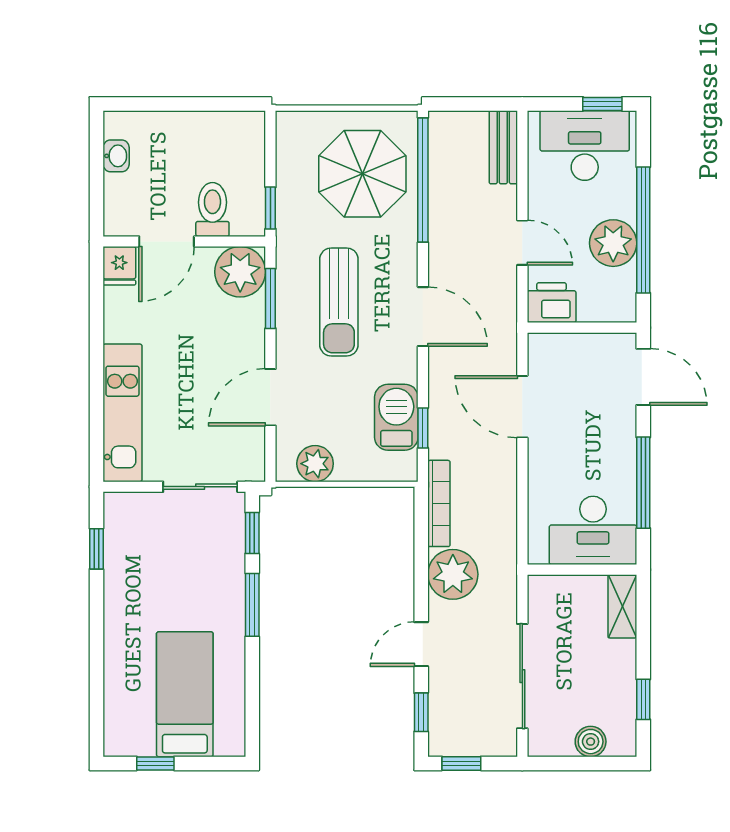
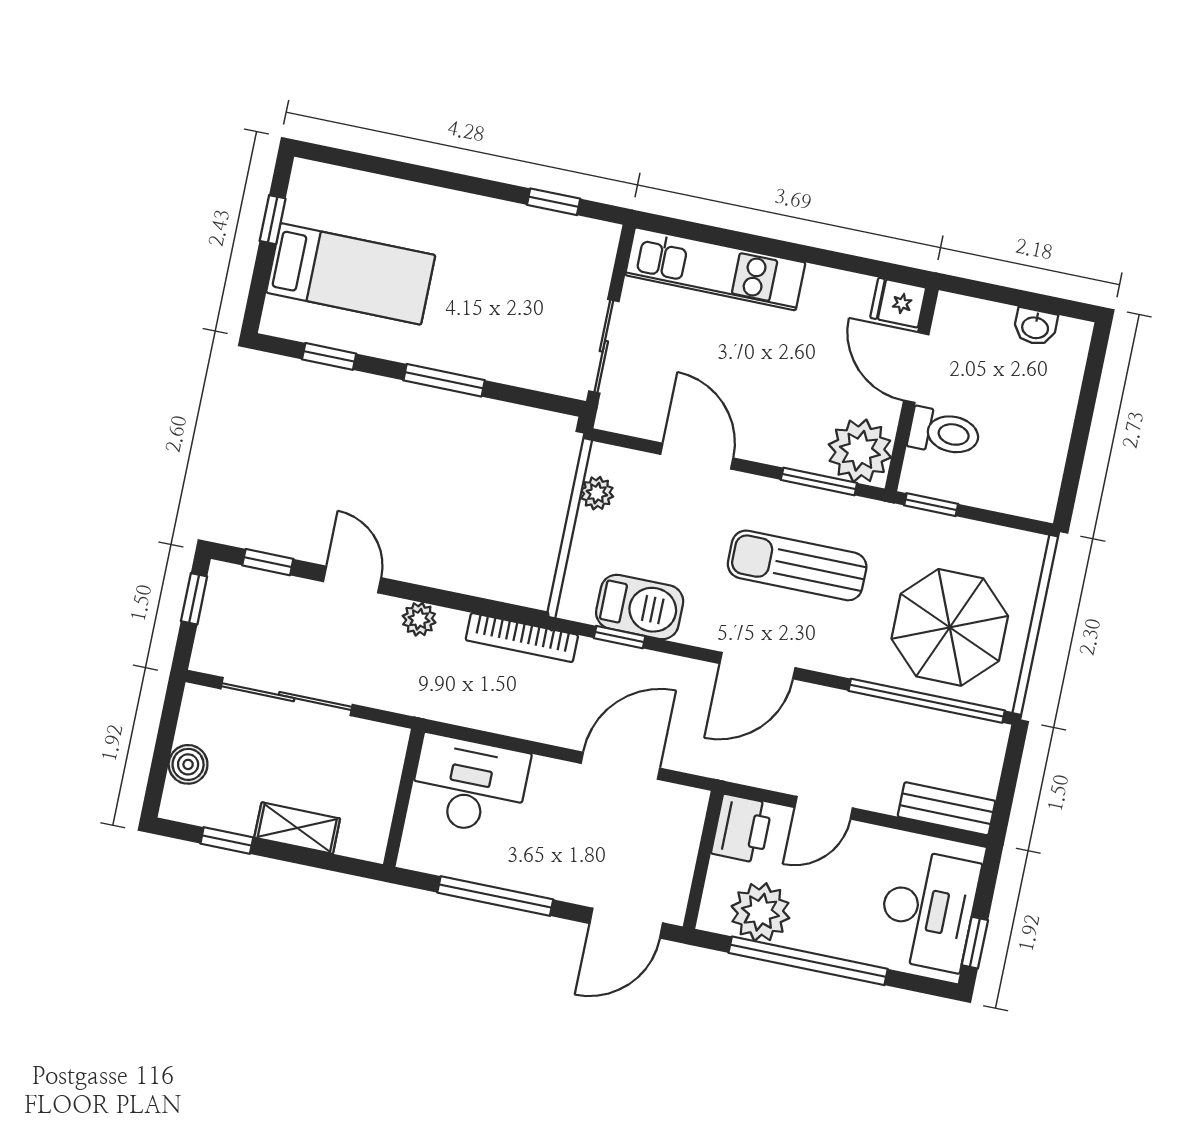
plant: (613, 243) -> (760, 912), moved
plant: (315, 464) -> (597, 493), width x0.73, depth x0.73
desk: (593, 530) -> (469, 785), moved, turned 90
window: (252, 533) -> (329, 356), moved
plant: (453, 574) -> (419, 619), width x0.53, depth x0.53
shelving: (622, 606) -> (297, 828), moved

